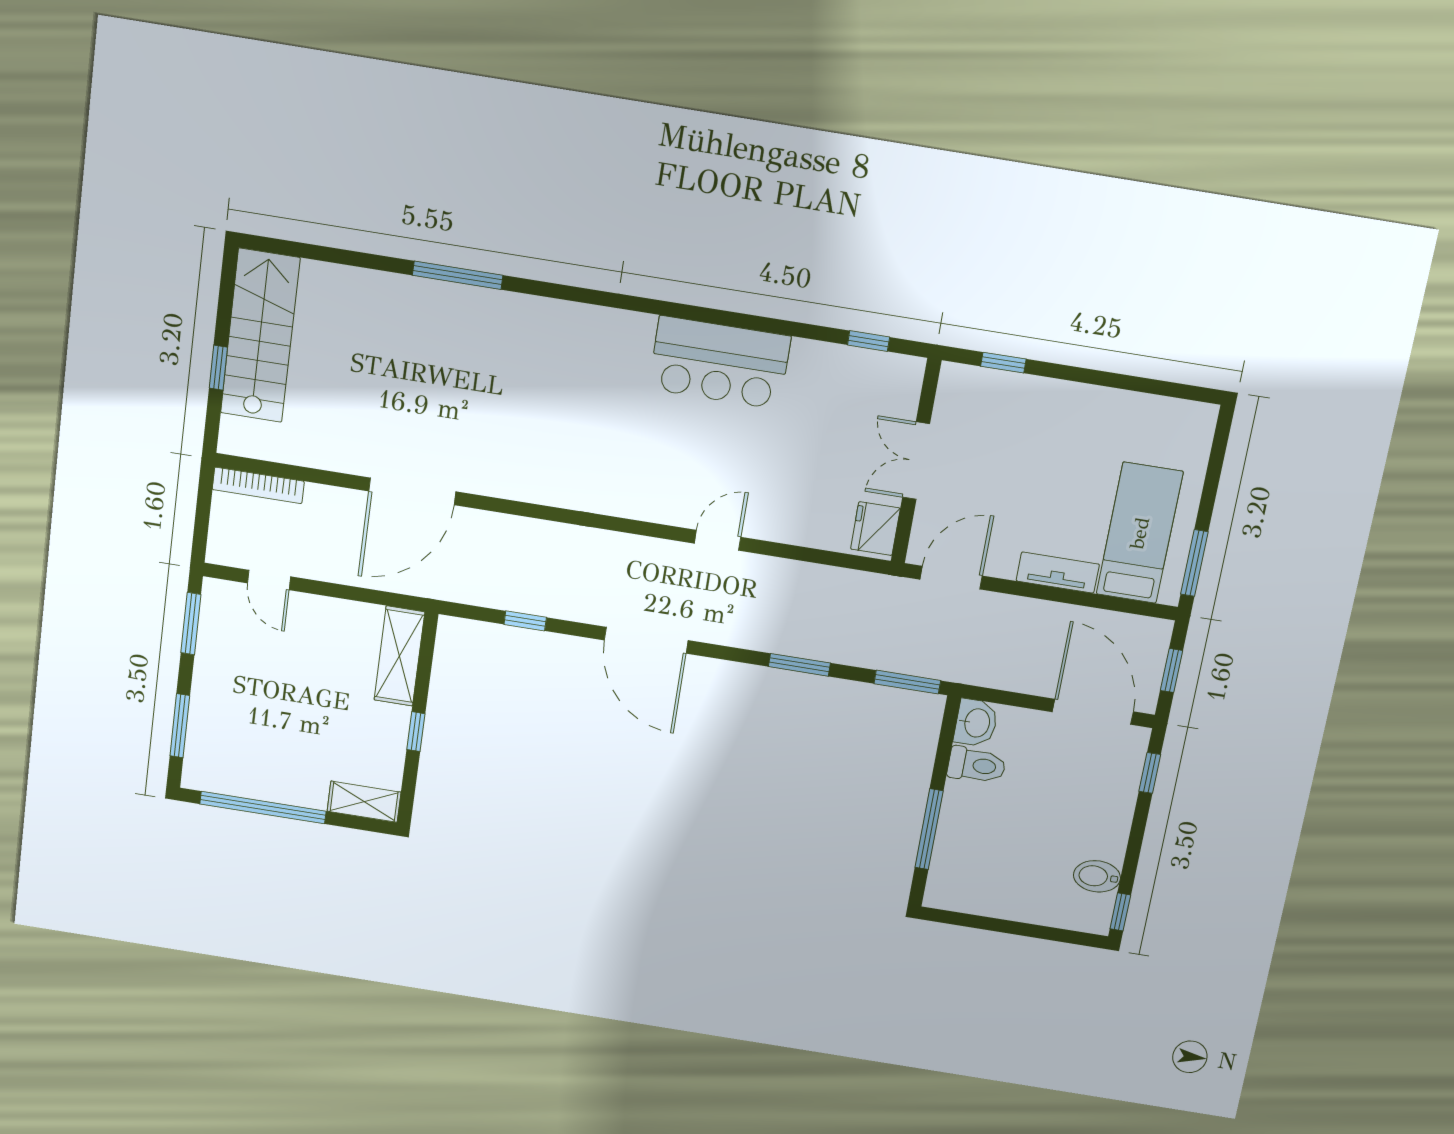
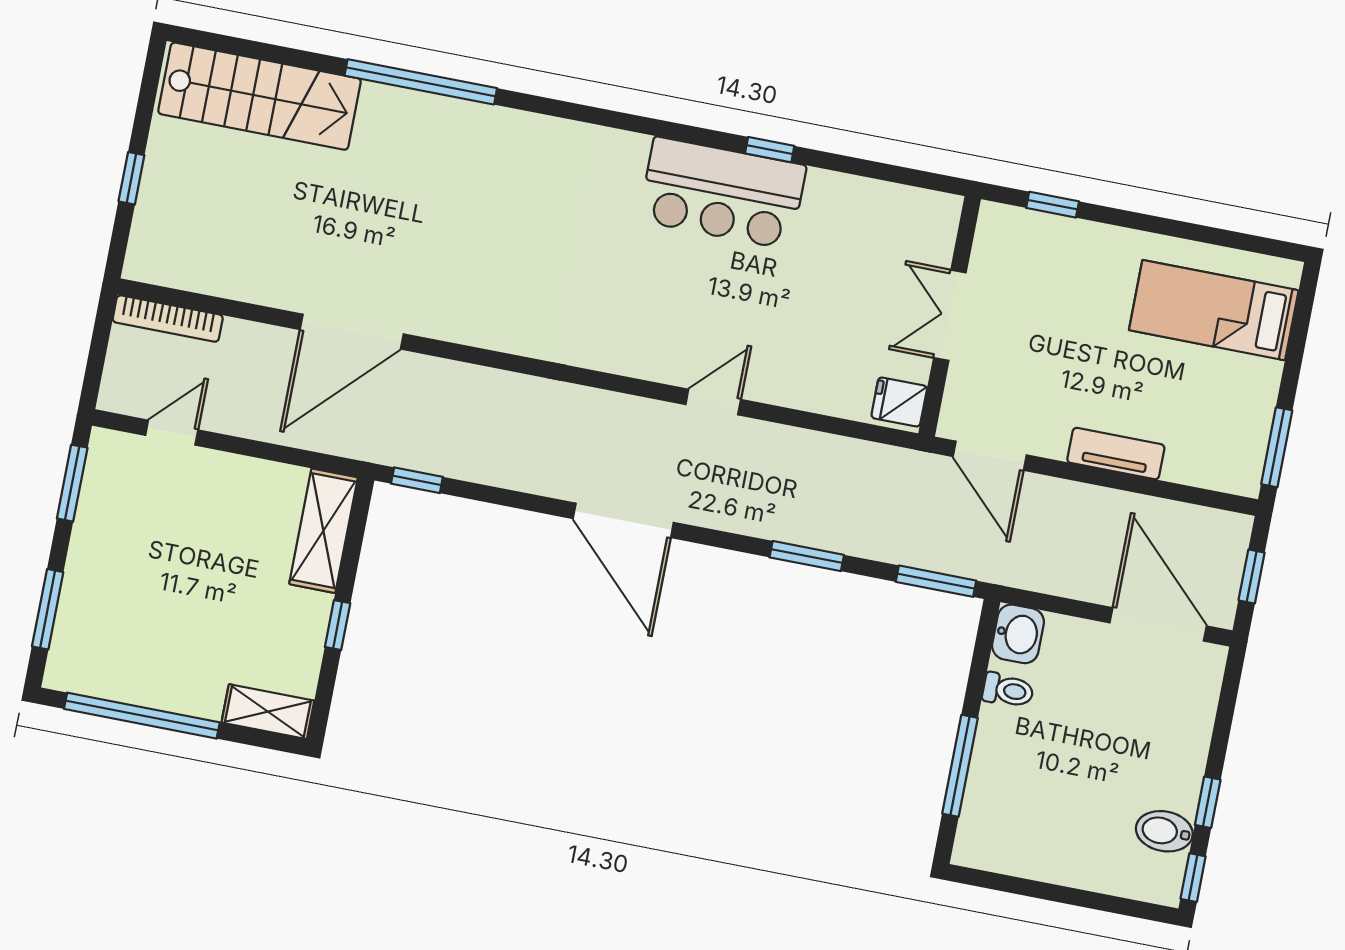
window: (458, 275) -> (421, 82), width x1.46
stairs: (260, 336) -> (260, 96), moved, turned 90
window: (869, 341) -> (770, 150), moved
fridge: (875, 529) -> (899, 402), width x0.72
bed: (1140, 533) -> (1214, 310), moved, turned -90
door: (951, 578) -> (990, 456), swing flipped
door: (269, 580) -> (172, 433), swing flipped
window: (525, 621) -> (417, 480), moved
toilet: (977, 765) -> (1008, 690), width x0.73, depth x0.72
window: (1150, 773) -> (1208, 802), moved

